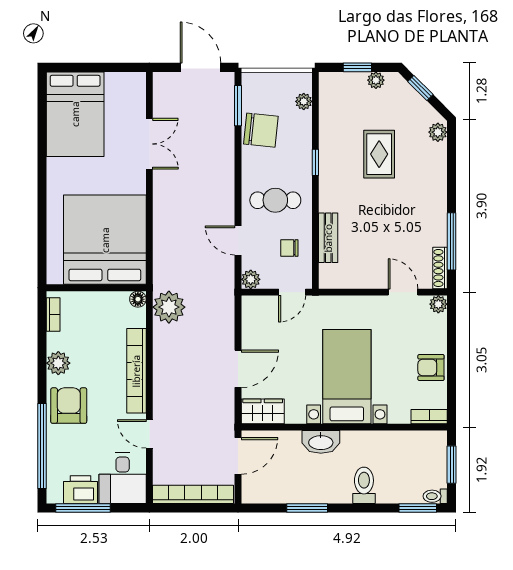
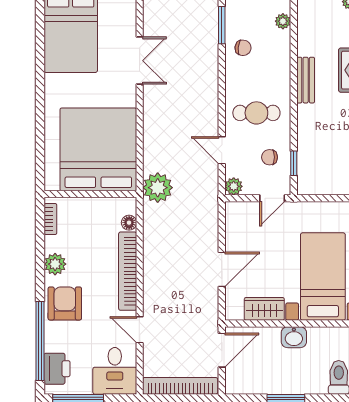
chair: (261, 130) -> (243, 48), width x0.54, depth x0.54
window: (315, 162) -> (294, 163), moved
bench: (328, 238) -> (306, 80), moved
floor lamp: (138, 299) -> (129, 223), moved
plant: (169, 307) -> (158, 188), moved
wardrobe: (263, 411) -> (264, 309), moved
washbasin: (321, 442) -> (294, 337), width x0.72
printer: (81, 490) -> (57, 369), moved, turned 90

